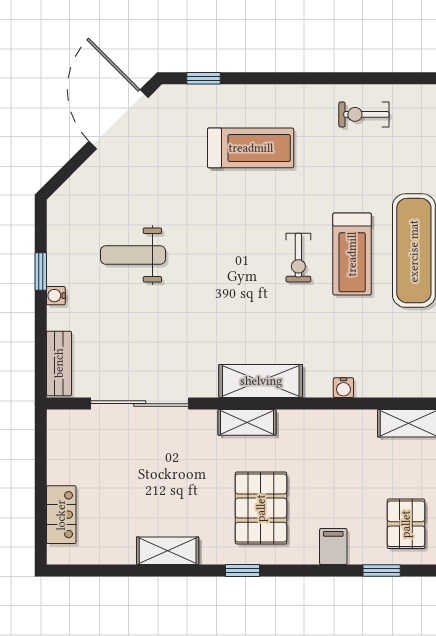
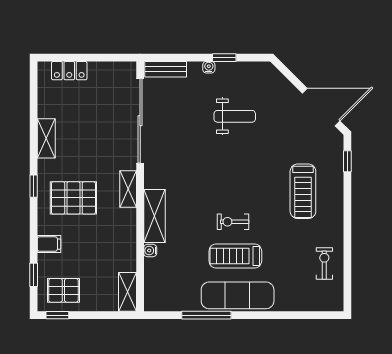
weight bench: (133, 255) -> (235, 116), turned 90
shelving: (261, 381) -> (154, 216), moved
sliding door: (140, 404) -> (140, 121), width x1.36

